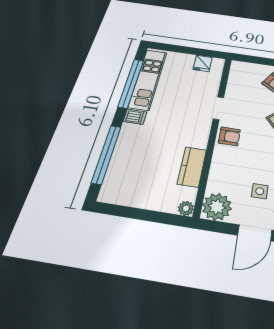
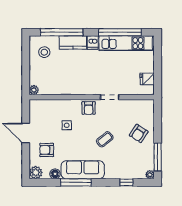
kitchen counter: (192, 167) -> (73, 42), moved, turned 180
stool: (129, 183) -> (44, 52), added
side table: (260, 191) -> (67, 125), moved
plant: (217, 207) -> (38, 108), removed

